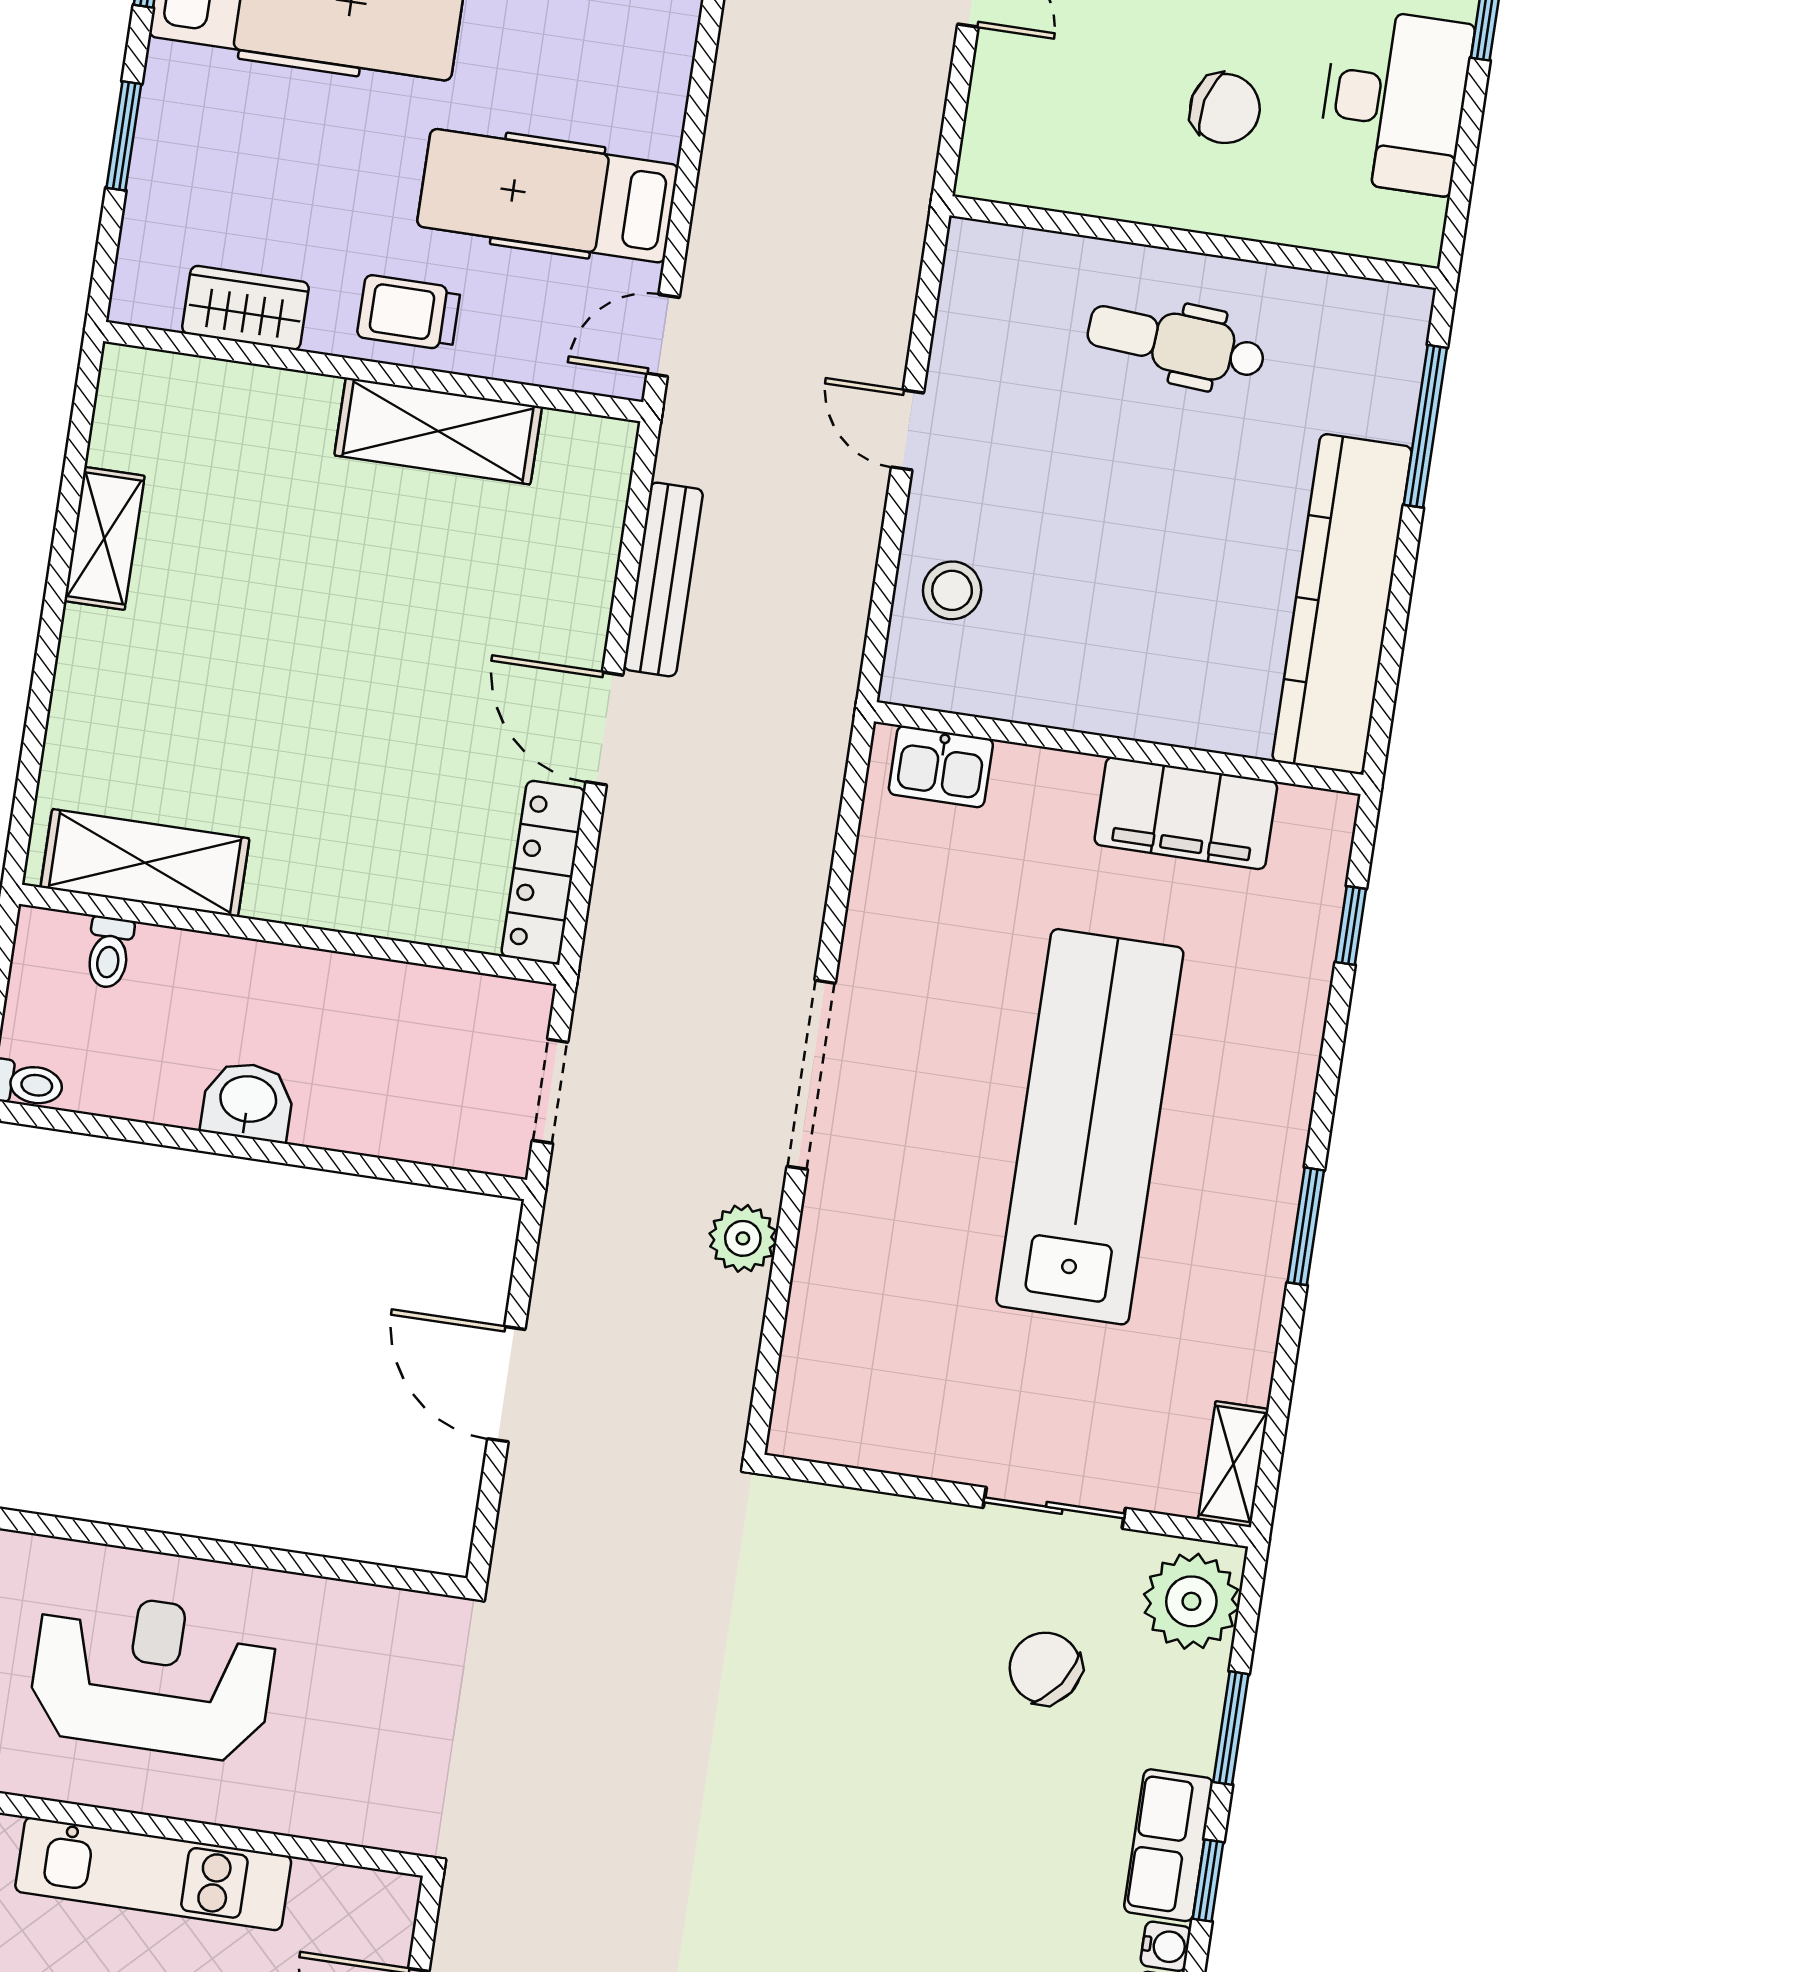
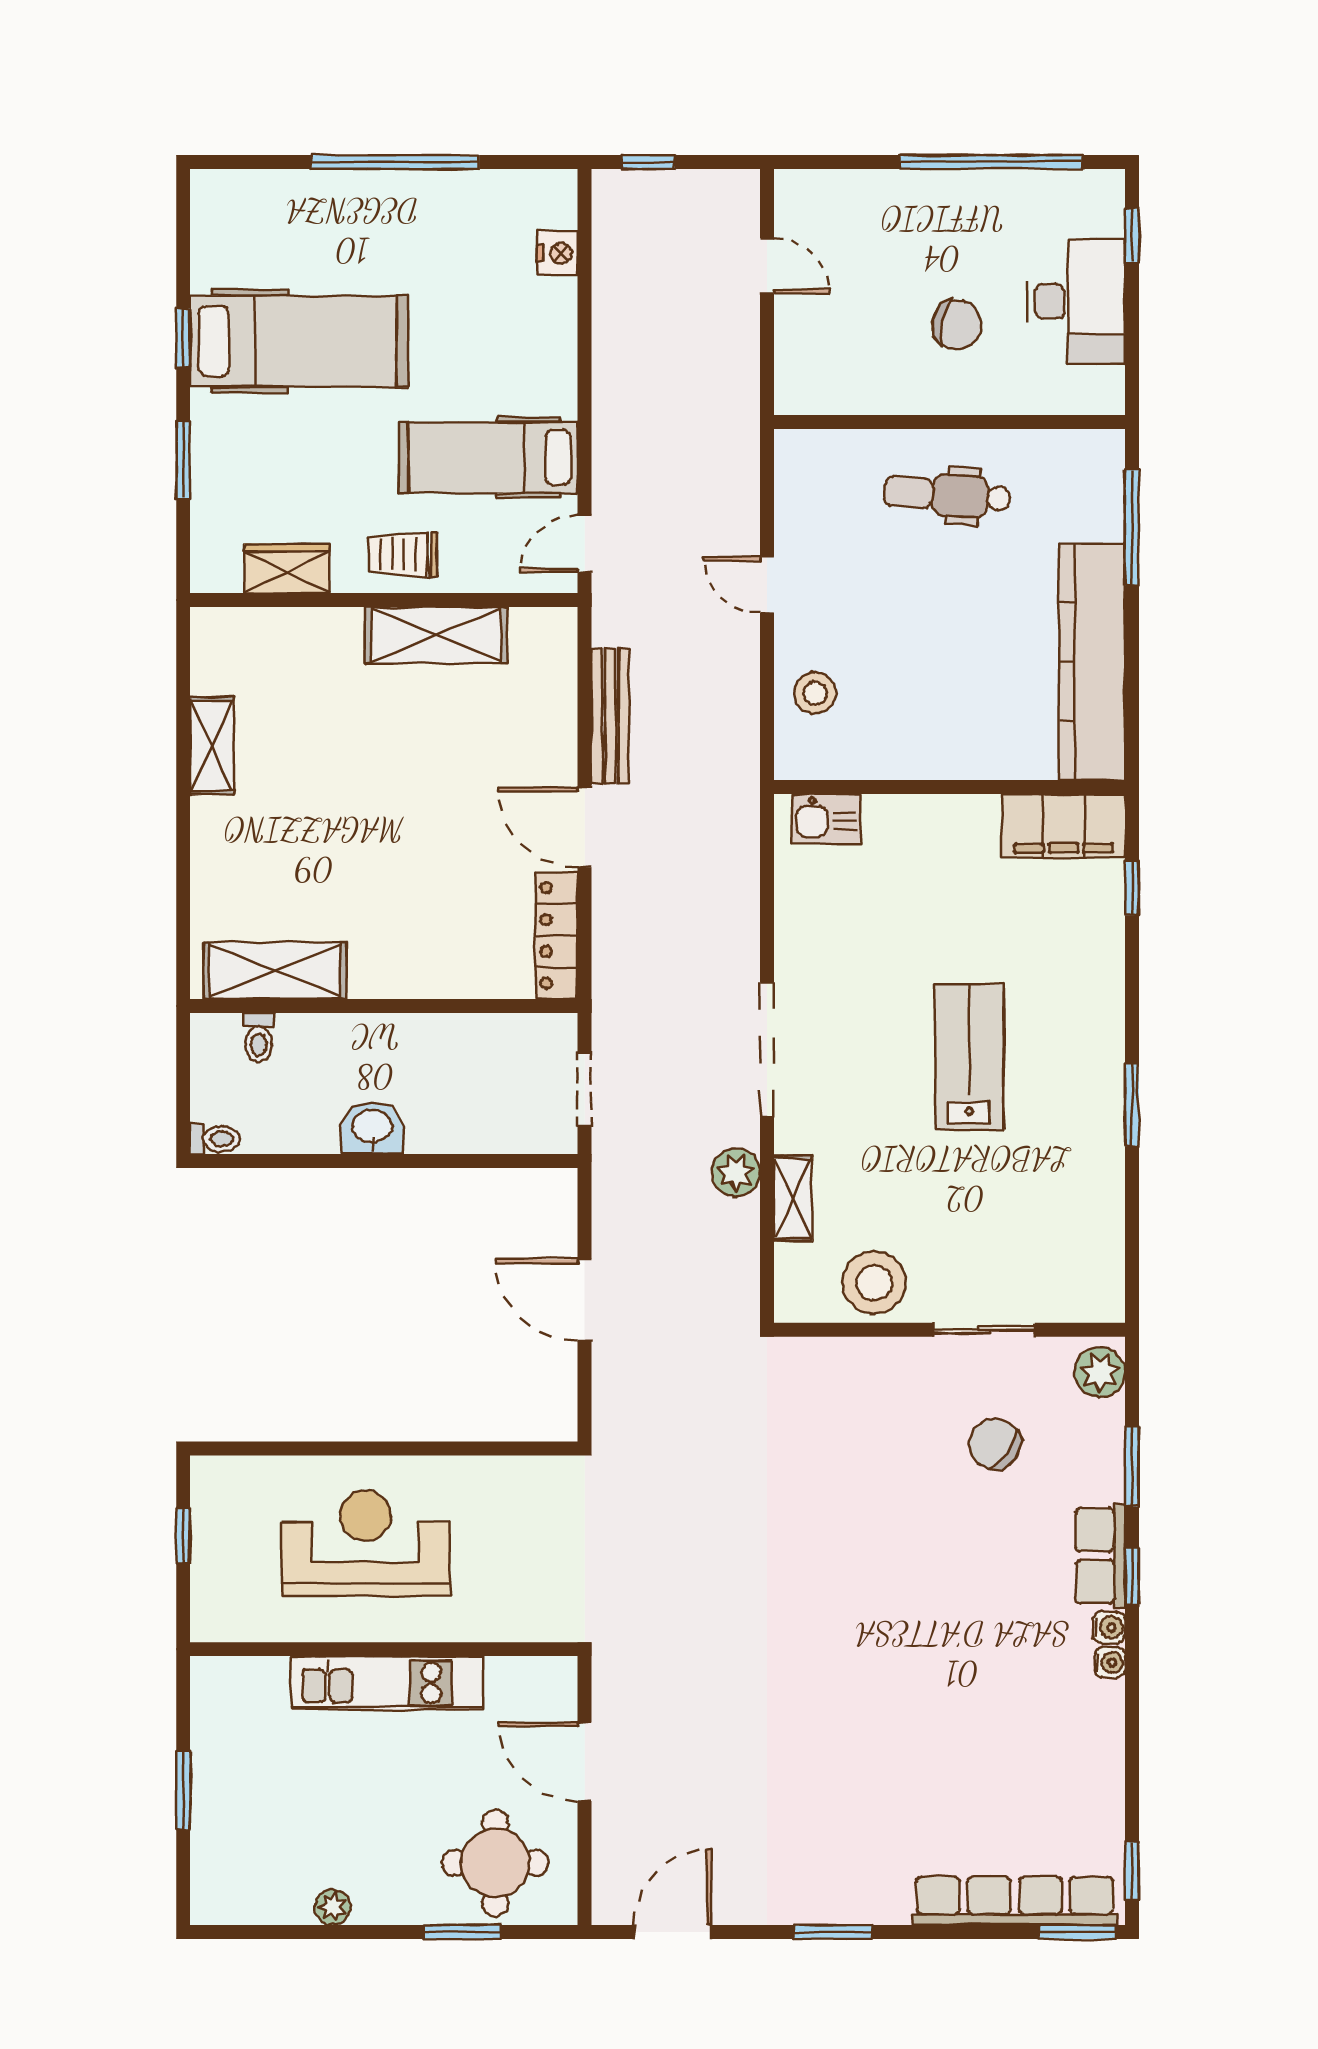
filing cabinet: (1186, 813) -> (1063, 826), moved
lab bench: (1090, 1127) -> (969, 1057), width x0.54, depth x0.72
stool: (912, 1420) -> (874, 1283), added
shelving: (1233, 1464) -> (793, 1198), moved
plant: (1191, 1601) -> (1100, 1372), width x0.73, depth x0.73

